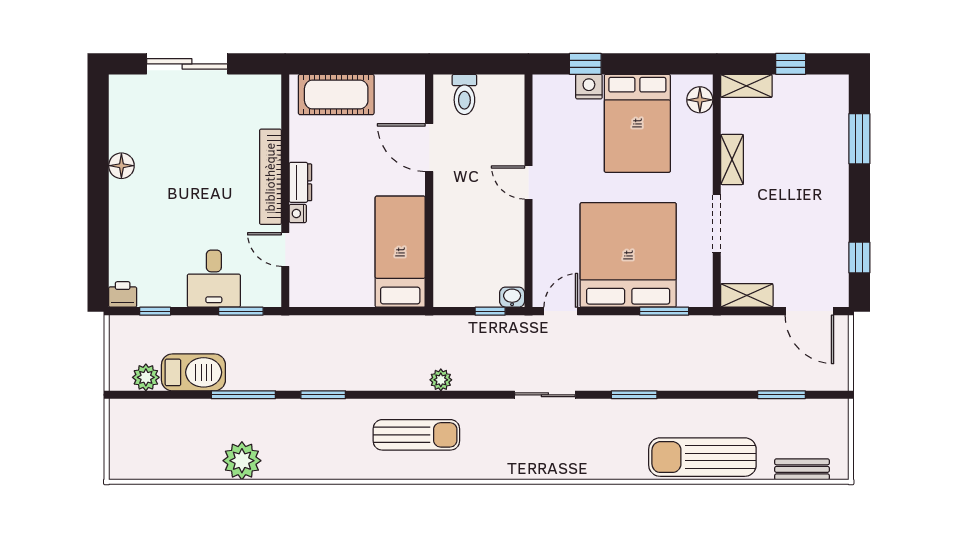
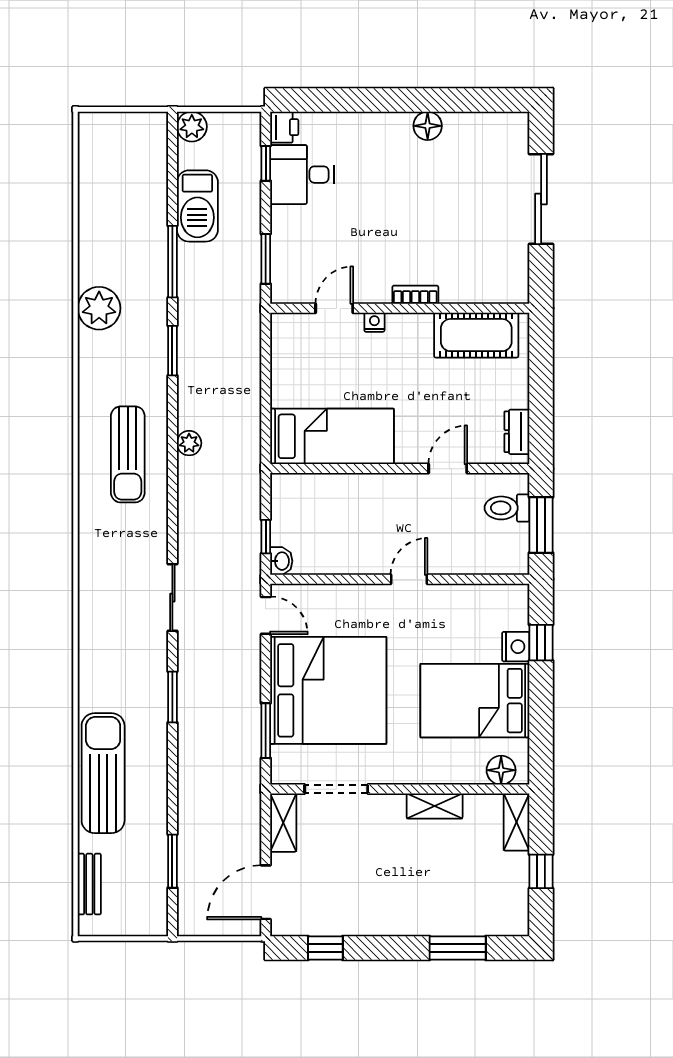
window: (480, 64) -> (541, 525), added
cot: (336, 95) -> (476, 335), moved, turned 90
door: (429, 148) -> (448, 469), width x0.73
bookcase: (270, 177) -> (415, 295), width x0.43, depth x0.76
dresser: (300, 182) -> (517, 432), moved, turned 90
doorway: (717, 224) -> (336, 789), moved
desk: (214, 279) -> (302, 175), moved
plant: (146, 377) -> (192, 127), moved
plant: (441, 380) -> (189, 443), moved
plant: (242, 461) -> (99, 308), moved

